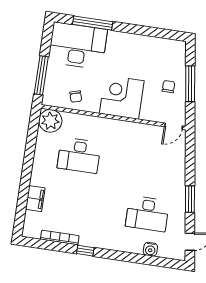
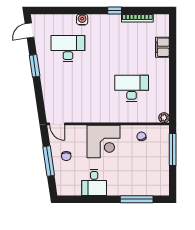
desk: (78, 46) -> (94, 182), moved, width x0.53, depth x0.77
plant: (50, 121) -> (164, 118), width x0.53, depth x0.53
door: (174, 126) -> (57, 124), swing flipped
water cooler: (150, 249) -> (82, 20), moved

